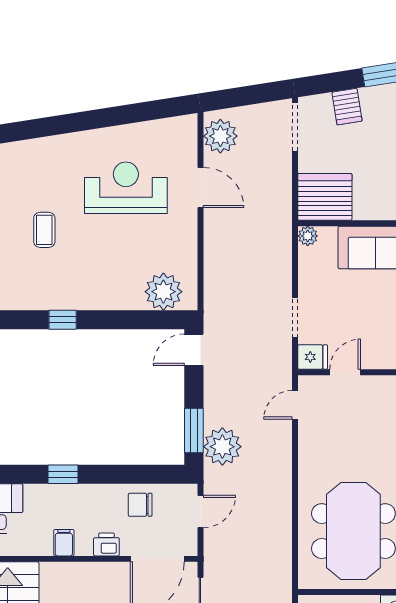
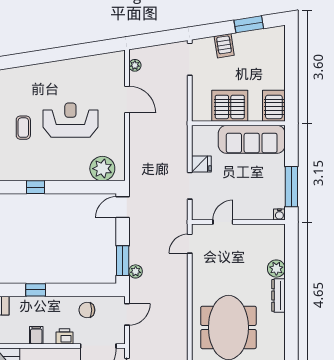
plant: (220, 136) -> (135, 65), width x0.53, depth x0.53
reception desk: (126, 188) -> (70, 120), moved
server rack: (325, 197) -> (230, 106), moved
plant: (308, 236) -> (198, 132), removed
fridge: (313, 357) -> (201, 164), moved
plant: (222, 447) -> (136, 271), width x0.53, depth x0.53

